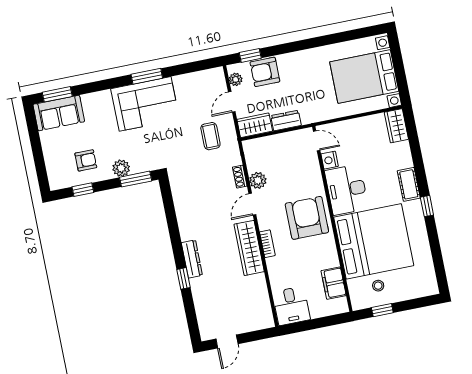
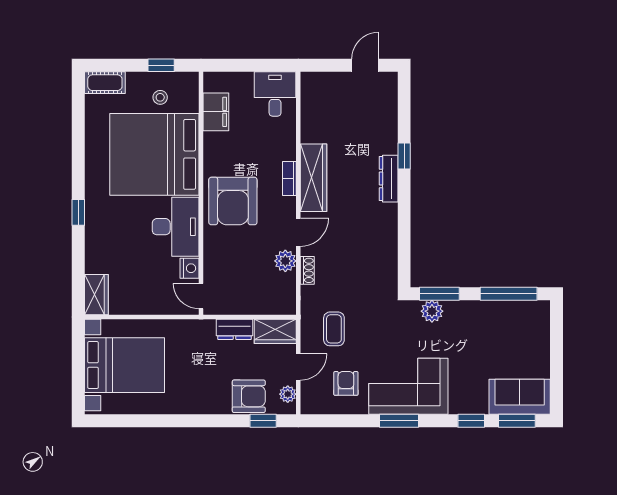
window: (92, 87) -> (471, 421), added
armchair: (86, 160) -> (346, 383), moved, turned 90
plant: (121, 168) -> (432, 311), moved
cot: (409, 184) -> (105, 83), moved, turned 90
window: (83, 190) -> (509, 294), width x2.17
window: (427, 206) -> (78, 212), moved

